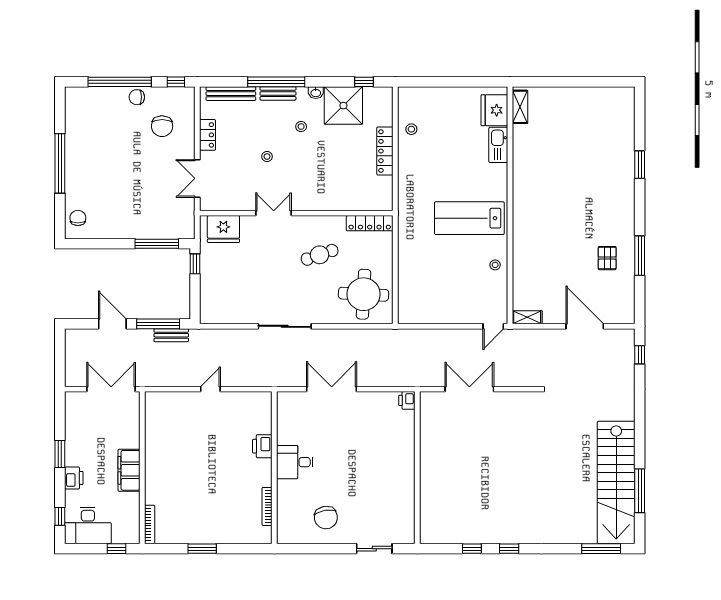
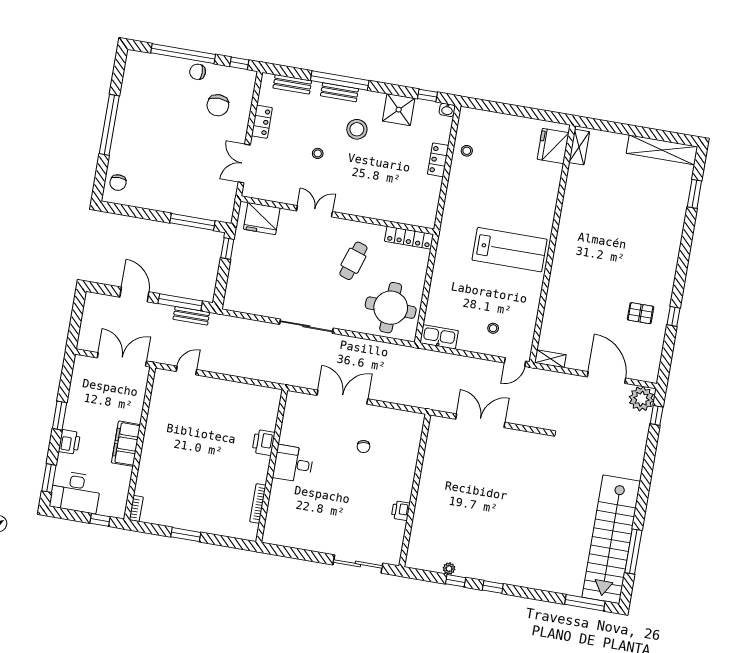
washbasin: (316, 93) -> (447, 110), moved
bench: (231, 94) -> (292, 84), width x0.73
shelving: (601, 96) -> (662, 150), added
shower: (343, 106) -> (399, 110), width x0.73, depth x0.73
stool: (301, 127) -> (357, 129), width x1.89, depth x1.89
kitchen sink: (498, 145) -> (439, 337), moved, turned 90
locker: (385, 151) -> (438, 160), width x0.66
window: (640, 165) -> (694, 194), moved
chair: (78, 218) -> (118, 183), turned 180
lab bench: (469, 218) -> (510, 250), turned 180
cafe table: (320, 255) -> (353, 261), turned -53
window: (640, 256) -> (673, 316), width x0.46
pallet: (607, 258) -> (641, 313), turned 90
stool: (495, 265) -> (493, 328), moved
plant: (622, 341) -> (641, 399), added
door: (210, 389) -> (186, 370), moved
printer: (407, 400) -> (401, 511), moved
window: (60, 516) -> (49, 478), width x1.50
chair: (326, 518) -> (363, 447), moved, width x0.54, depth x0.54
bookcase: (150, 525) -> (136, 508), width x0.64
plant: (464, 538) -> (449, 569), added
sliding door: (374, 549) -> (358, 564), width x1.37

